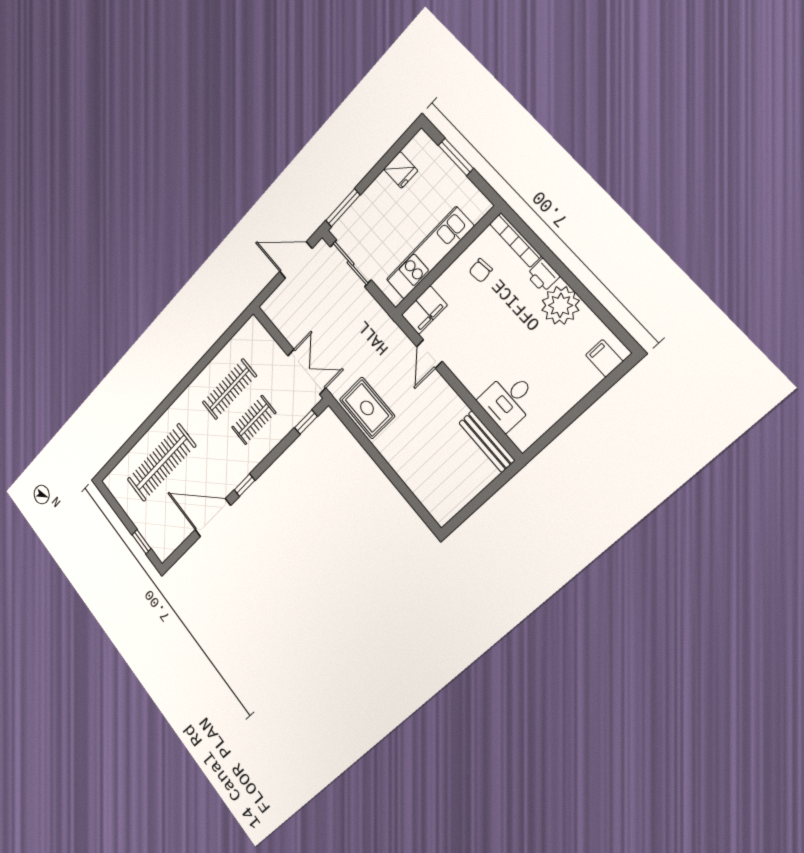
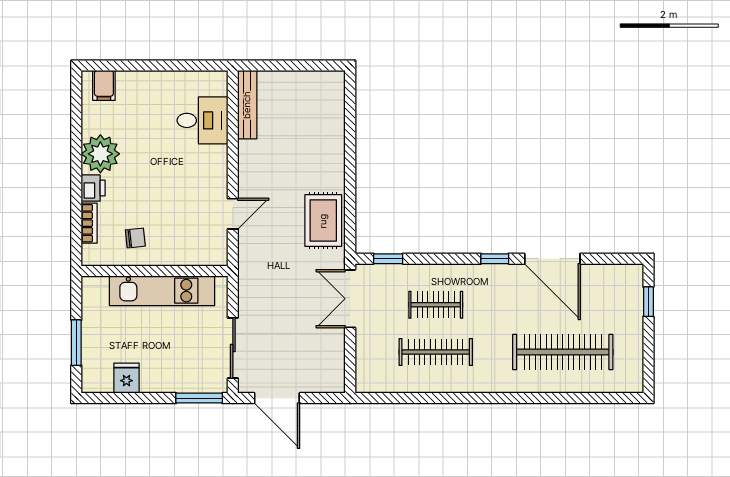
bookcase: (515, 240) -> (89, 223), width x0.64
filing cabinet: (424, 310) -> (206, 251), removed

